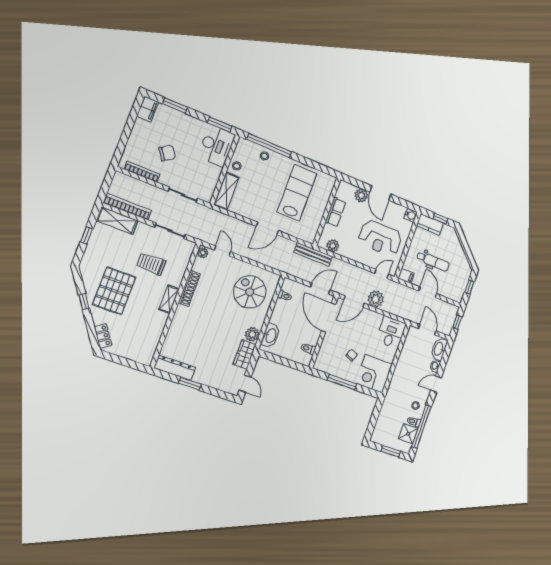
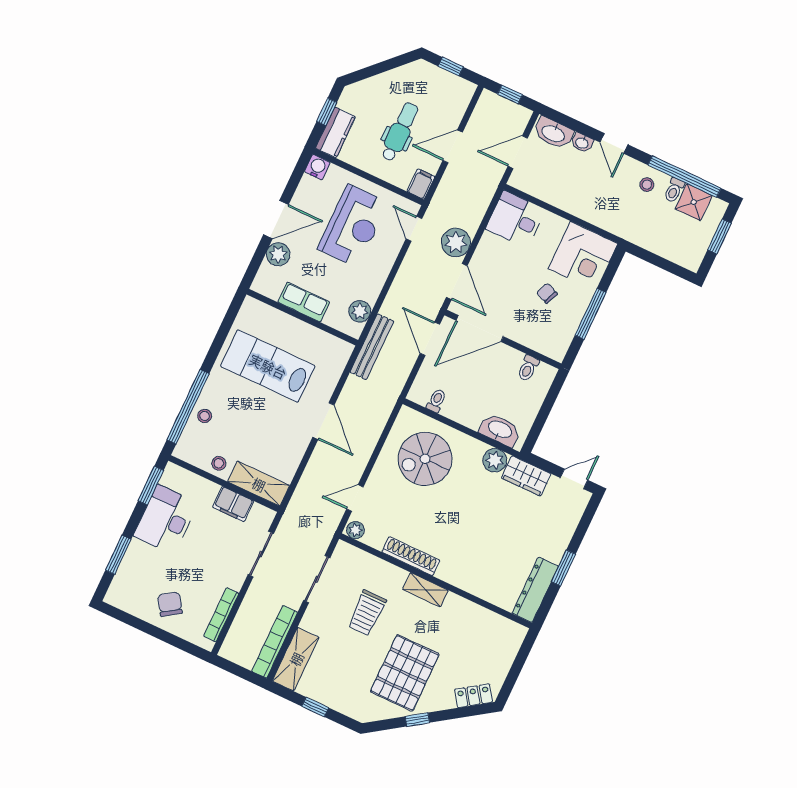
filing cabinet: (148, 109) -> (233, 504), moved, turned 180
desk: (216, 146) -> (166, 519), moved, turned -90
chair: (167, 153) -> (170, 604), moved
pallet: (114, 291) -> (405, 673), turned 90

